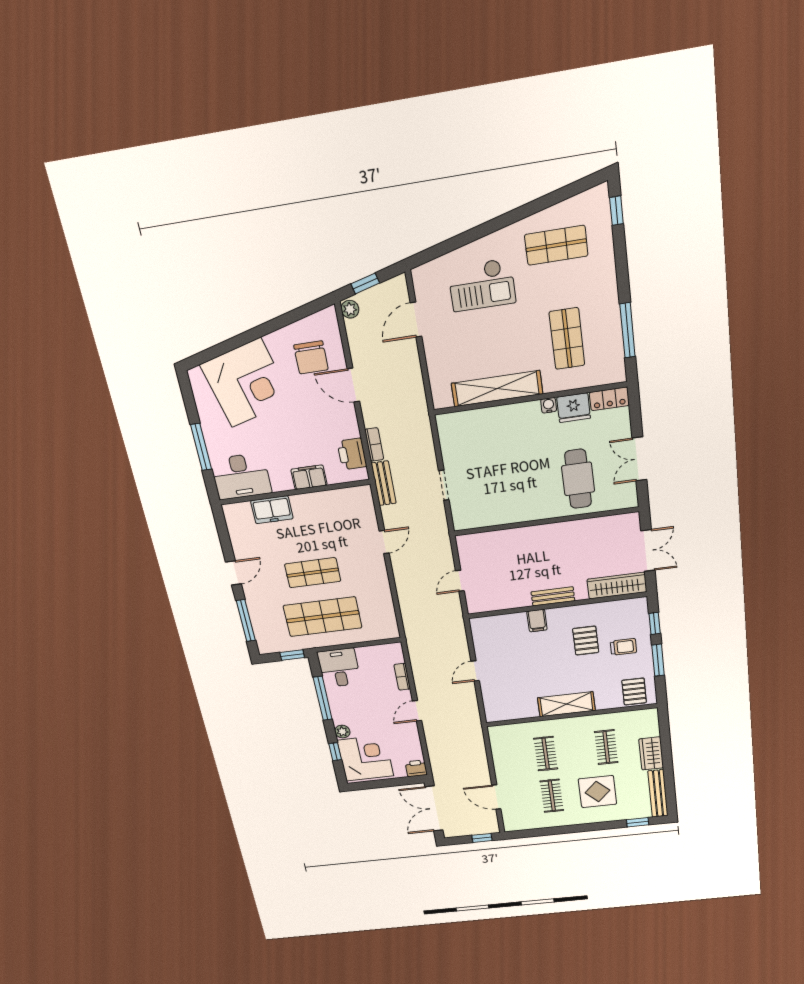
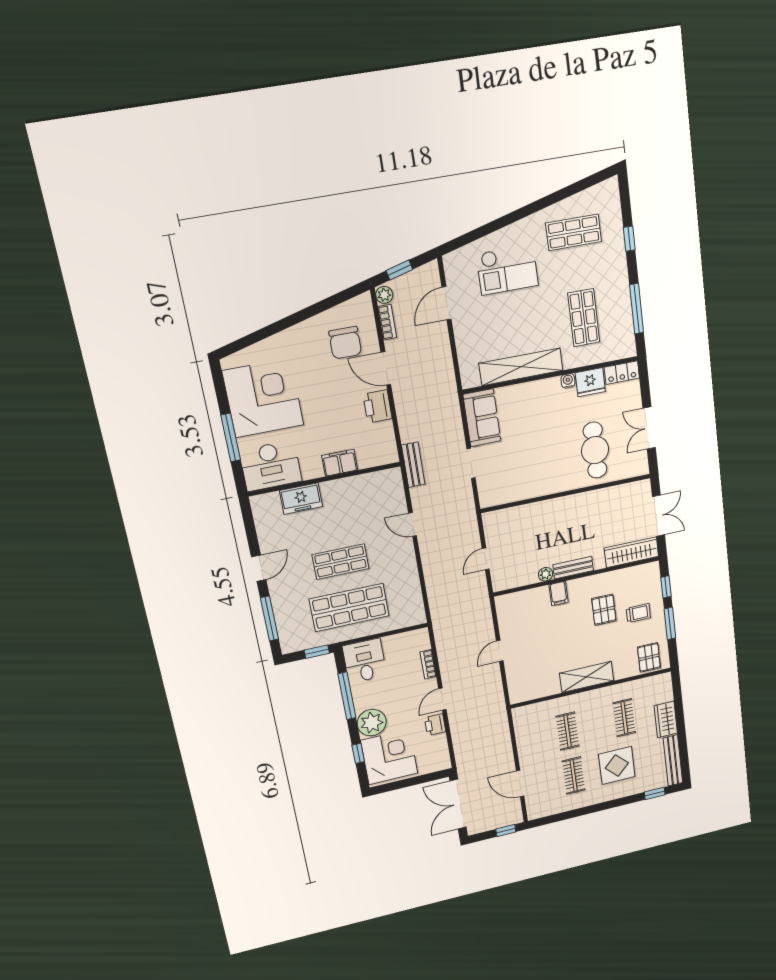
window: (616, 211) -> (629, 239), moved
corner desk: (246, 383) -> (263, 398), moved, turned -75
sofa: (455, 440) -> (482, 418), added
bookcase: (374, 444) -> (387, 322), moved
printer: (352, 454) -> (378, 406), moved
door: (384, 542) -> (413, 524), swing flipped
plant: (523, 601) -> (546, 574), added
plant: (342, 732) -> (372, 723), width x1.87, depth x1.87
printer: (416, 768) -> (435, 725), moved, turned -90

